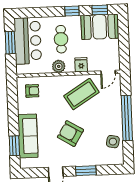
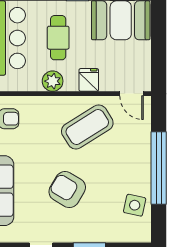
door: (108, 72) -> (132, 94), hinge flipped

